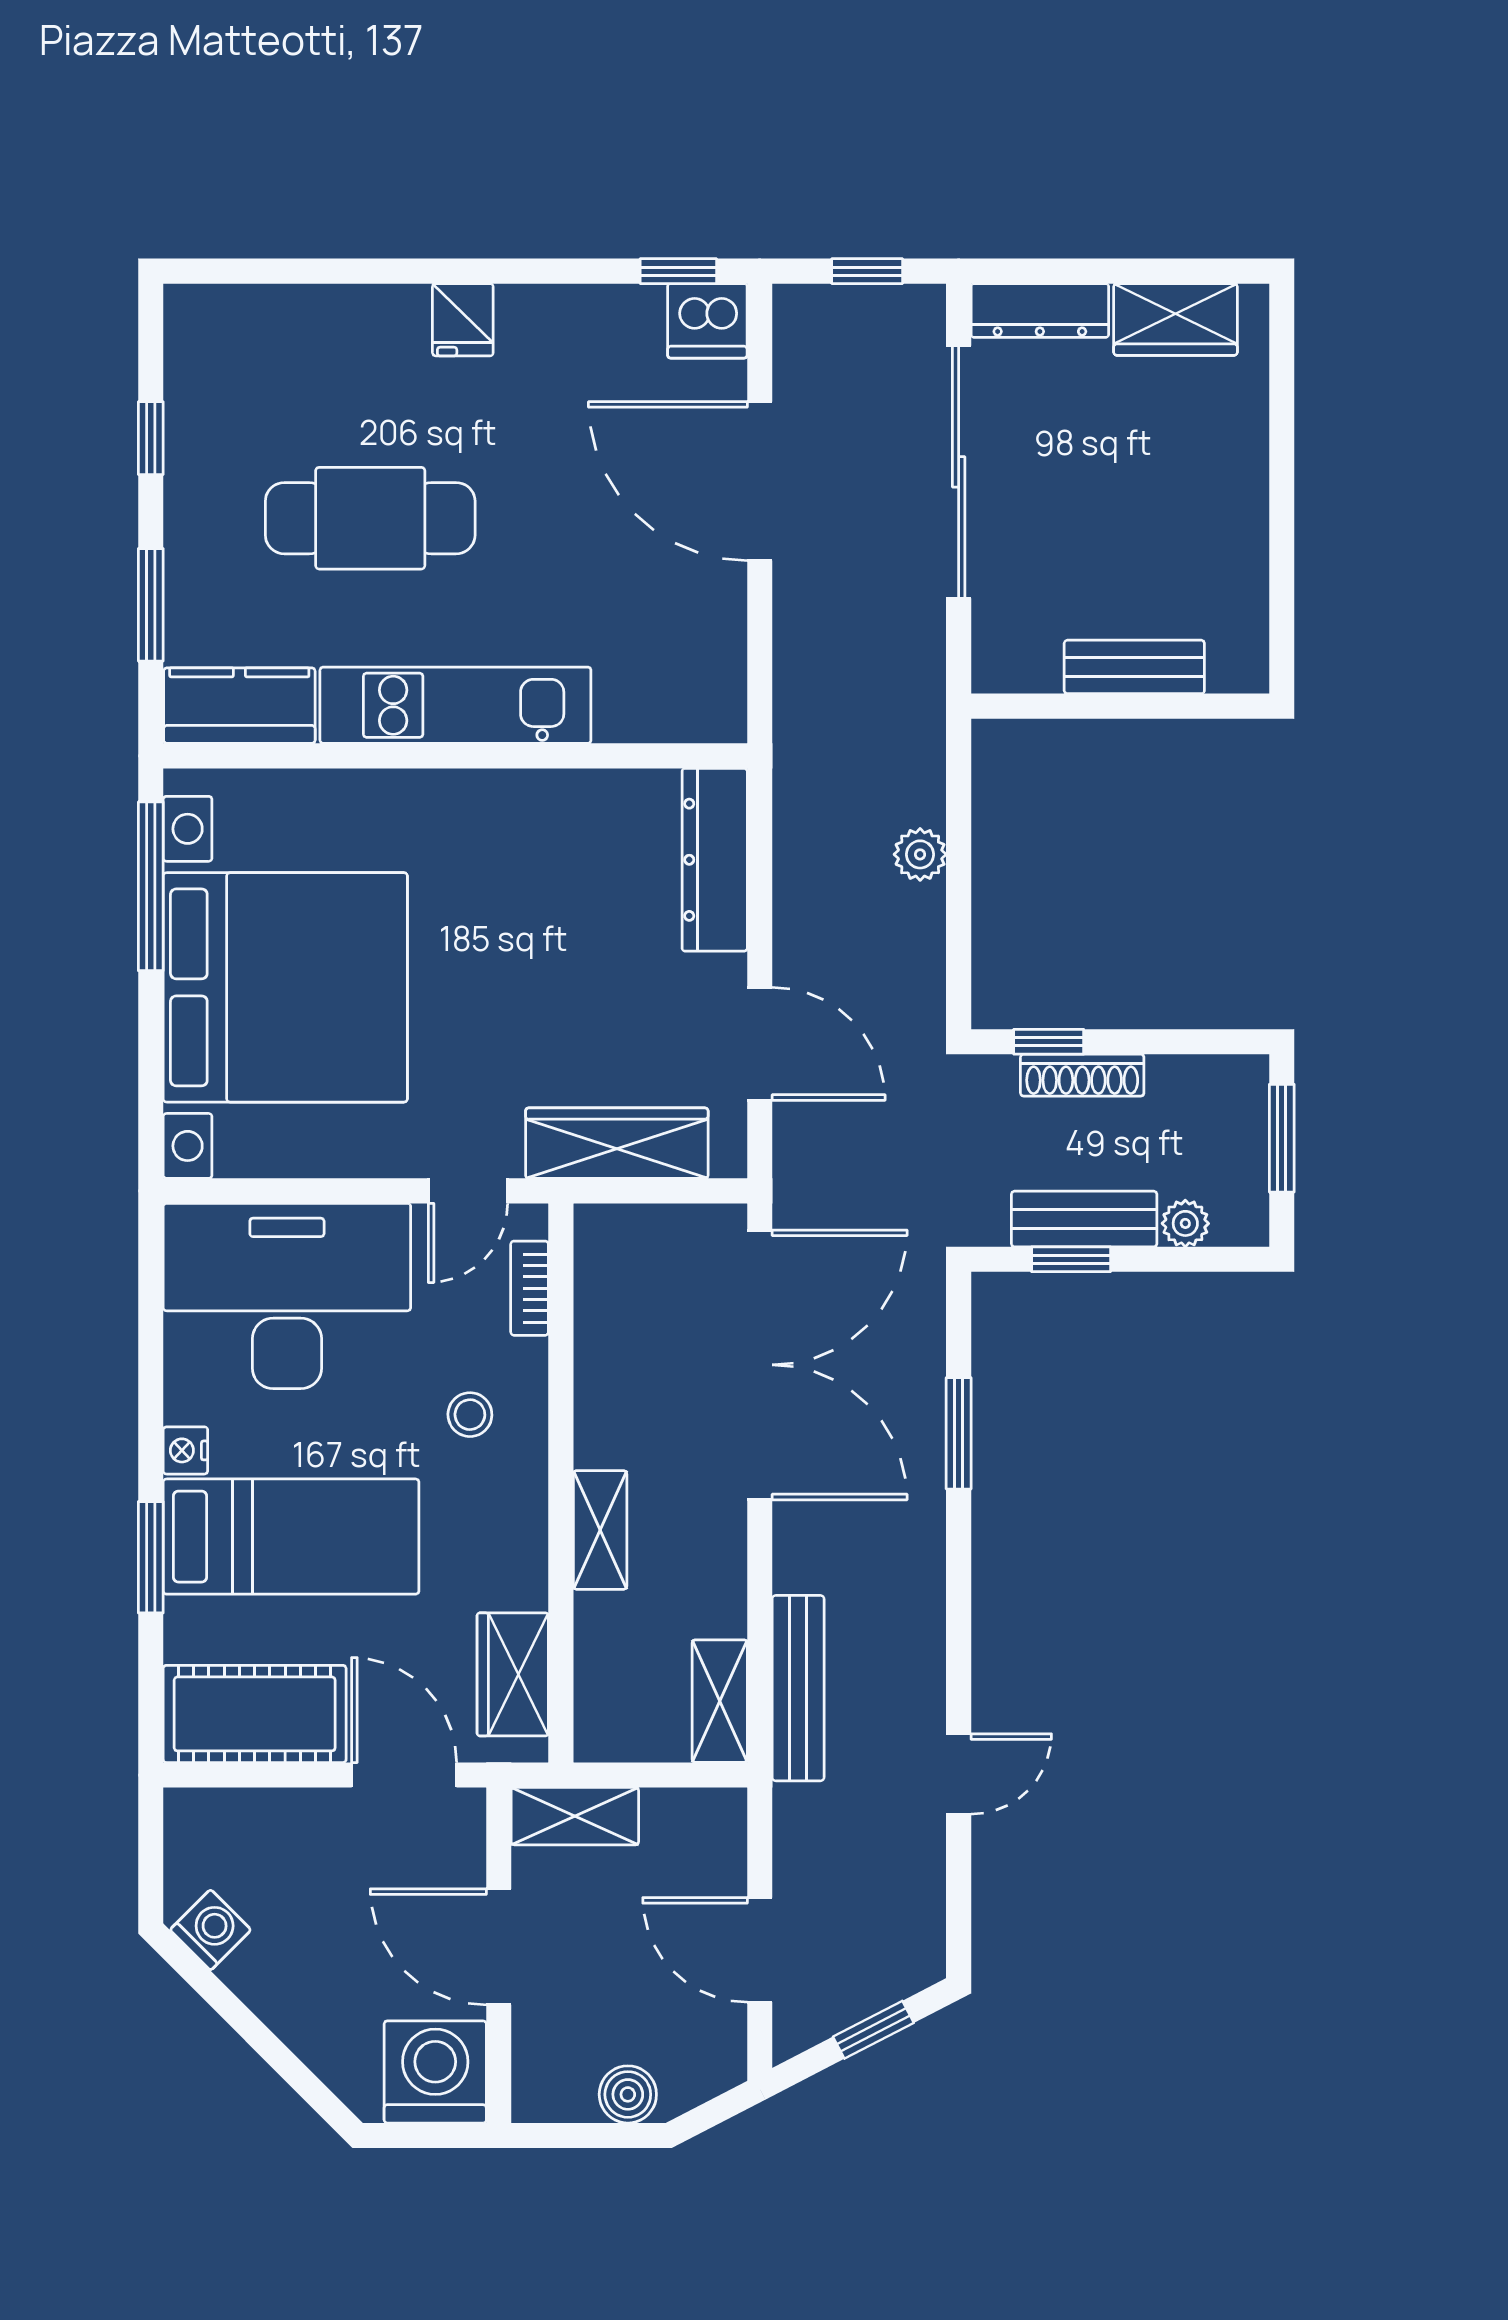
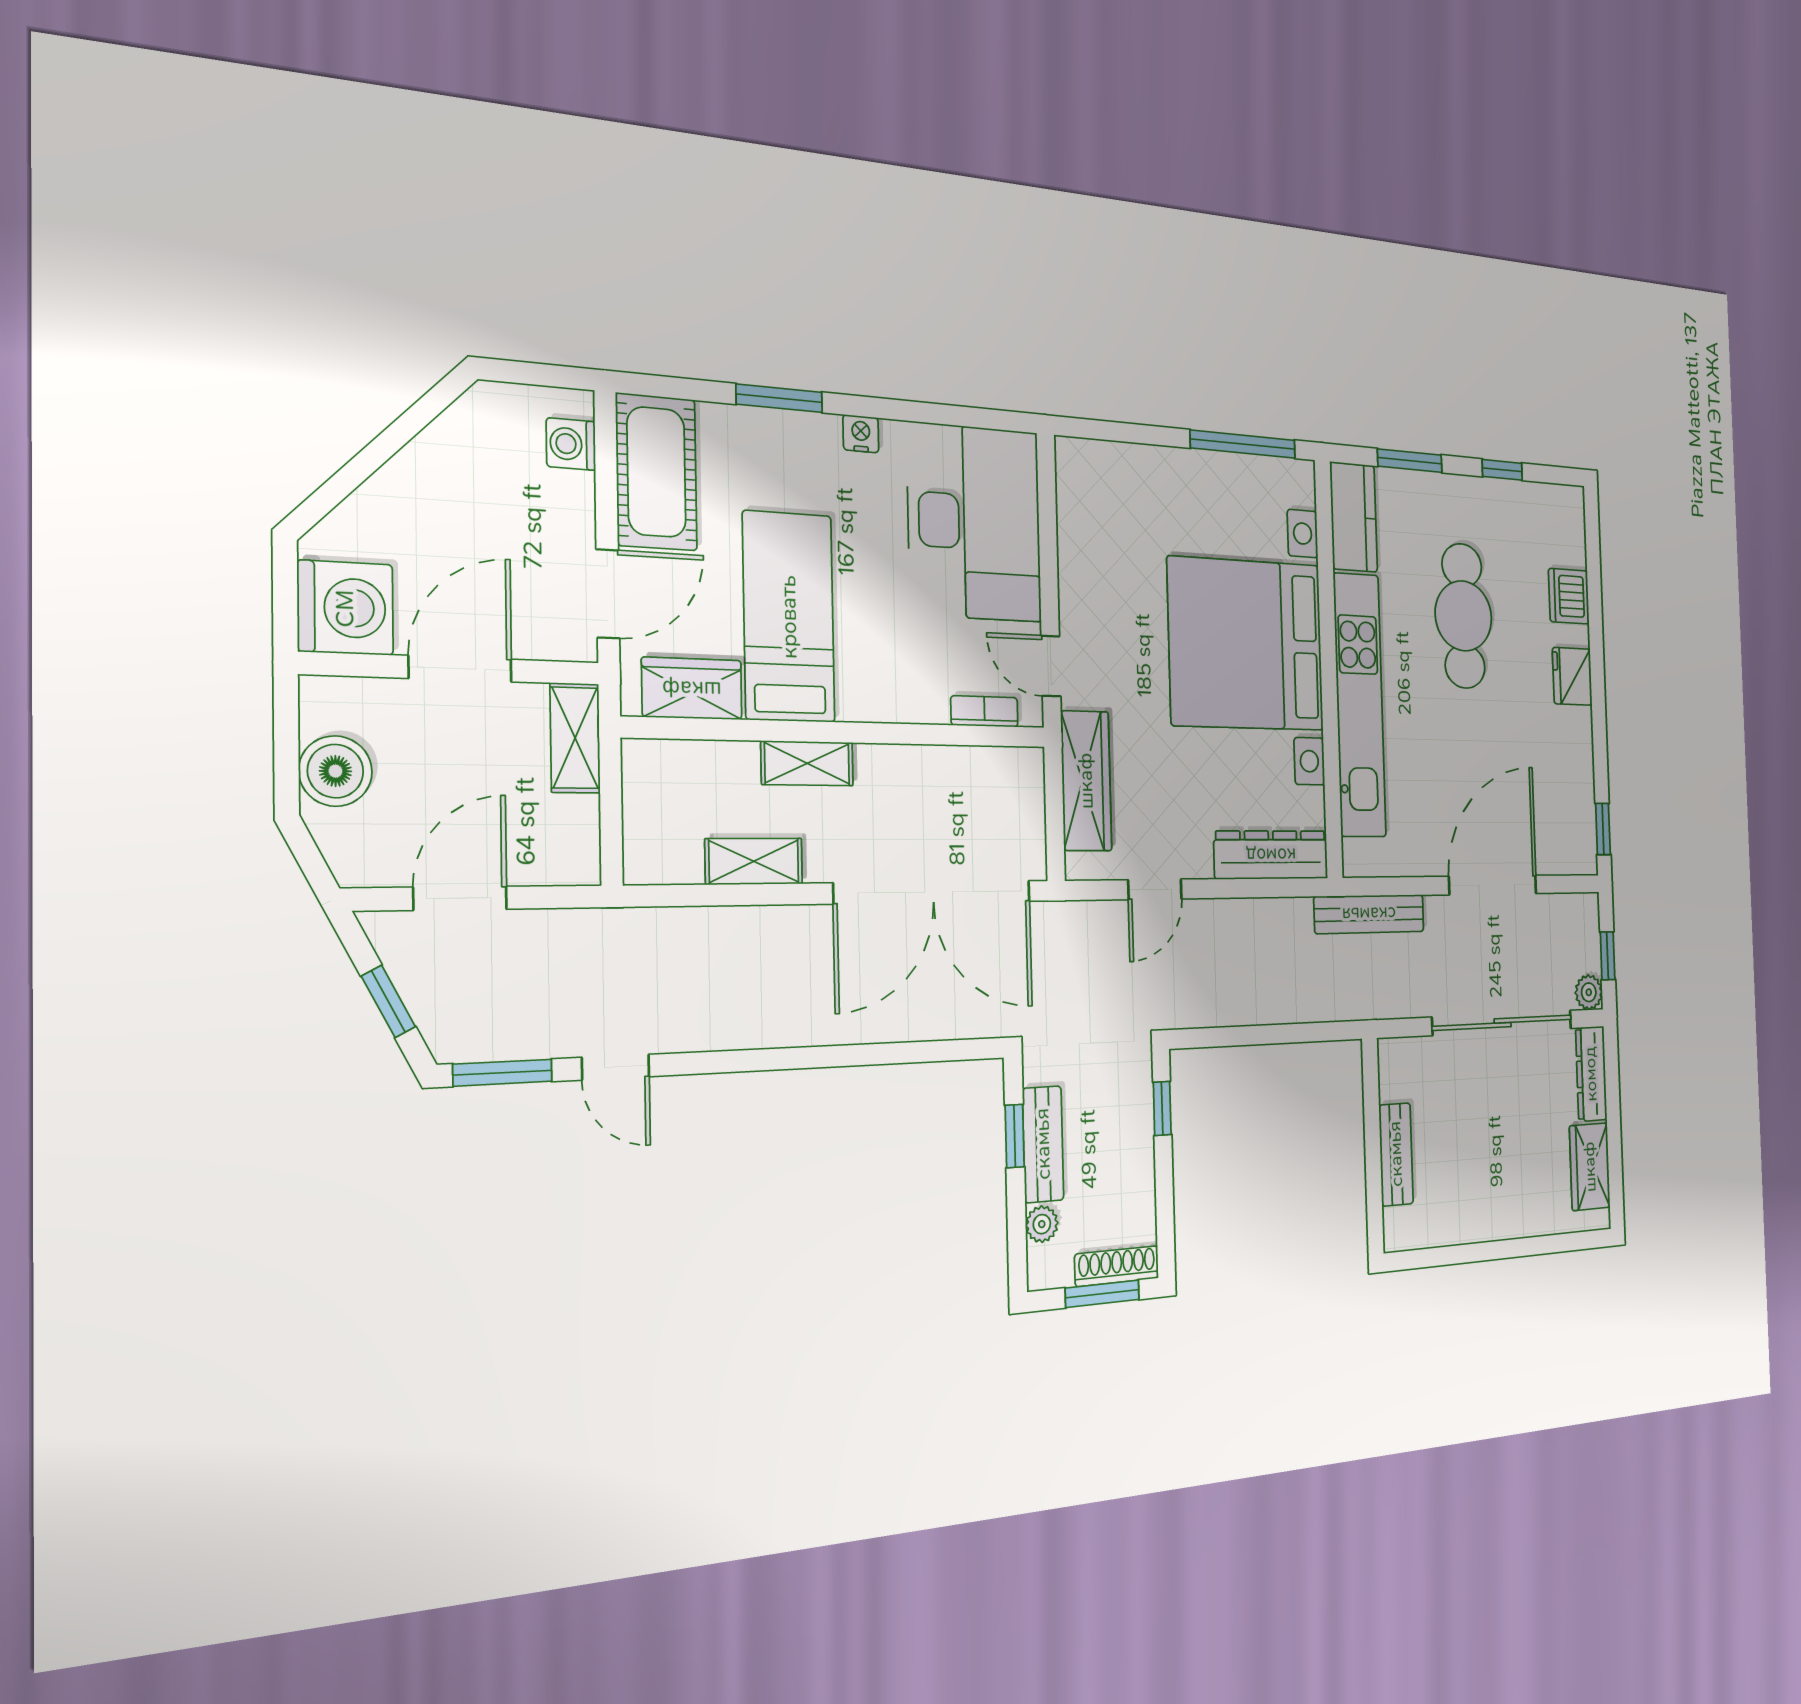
fridge: (463, 320) -> (1572, 676), width x1.38
dishwasher: (707, 321) -> (1569, 596), moved
kitchen unit: (455, 705) -> (1360, 705), width x1.36
plant: (920, 854) -> (1589, 992), moved
bed with nightstands: (285, 987) -> (1246, 644), moved, turned 90
door: (760, 1044) -> (1155, 889), width x0.73
shoe rack: (1082, 1075) -> (1117, 1266), moved, turned 90
stool: (470, 1415) -> (892, 661), removed
window: (959, 1433) -> (503, 1073), moved
bed: (291, 1537) -> (789, 617), moved, turned 180
bench: (798, 1688) -> (1369, 914), moved
shelving: (720, 1701) -> (754, 861), moved
washing machine: (210, 1930) -> (571, 444), moved, turned 135
boiler: (628, 2094) -> (335, 771), width x1.36, depth x1.36

